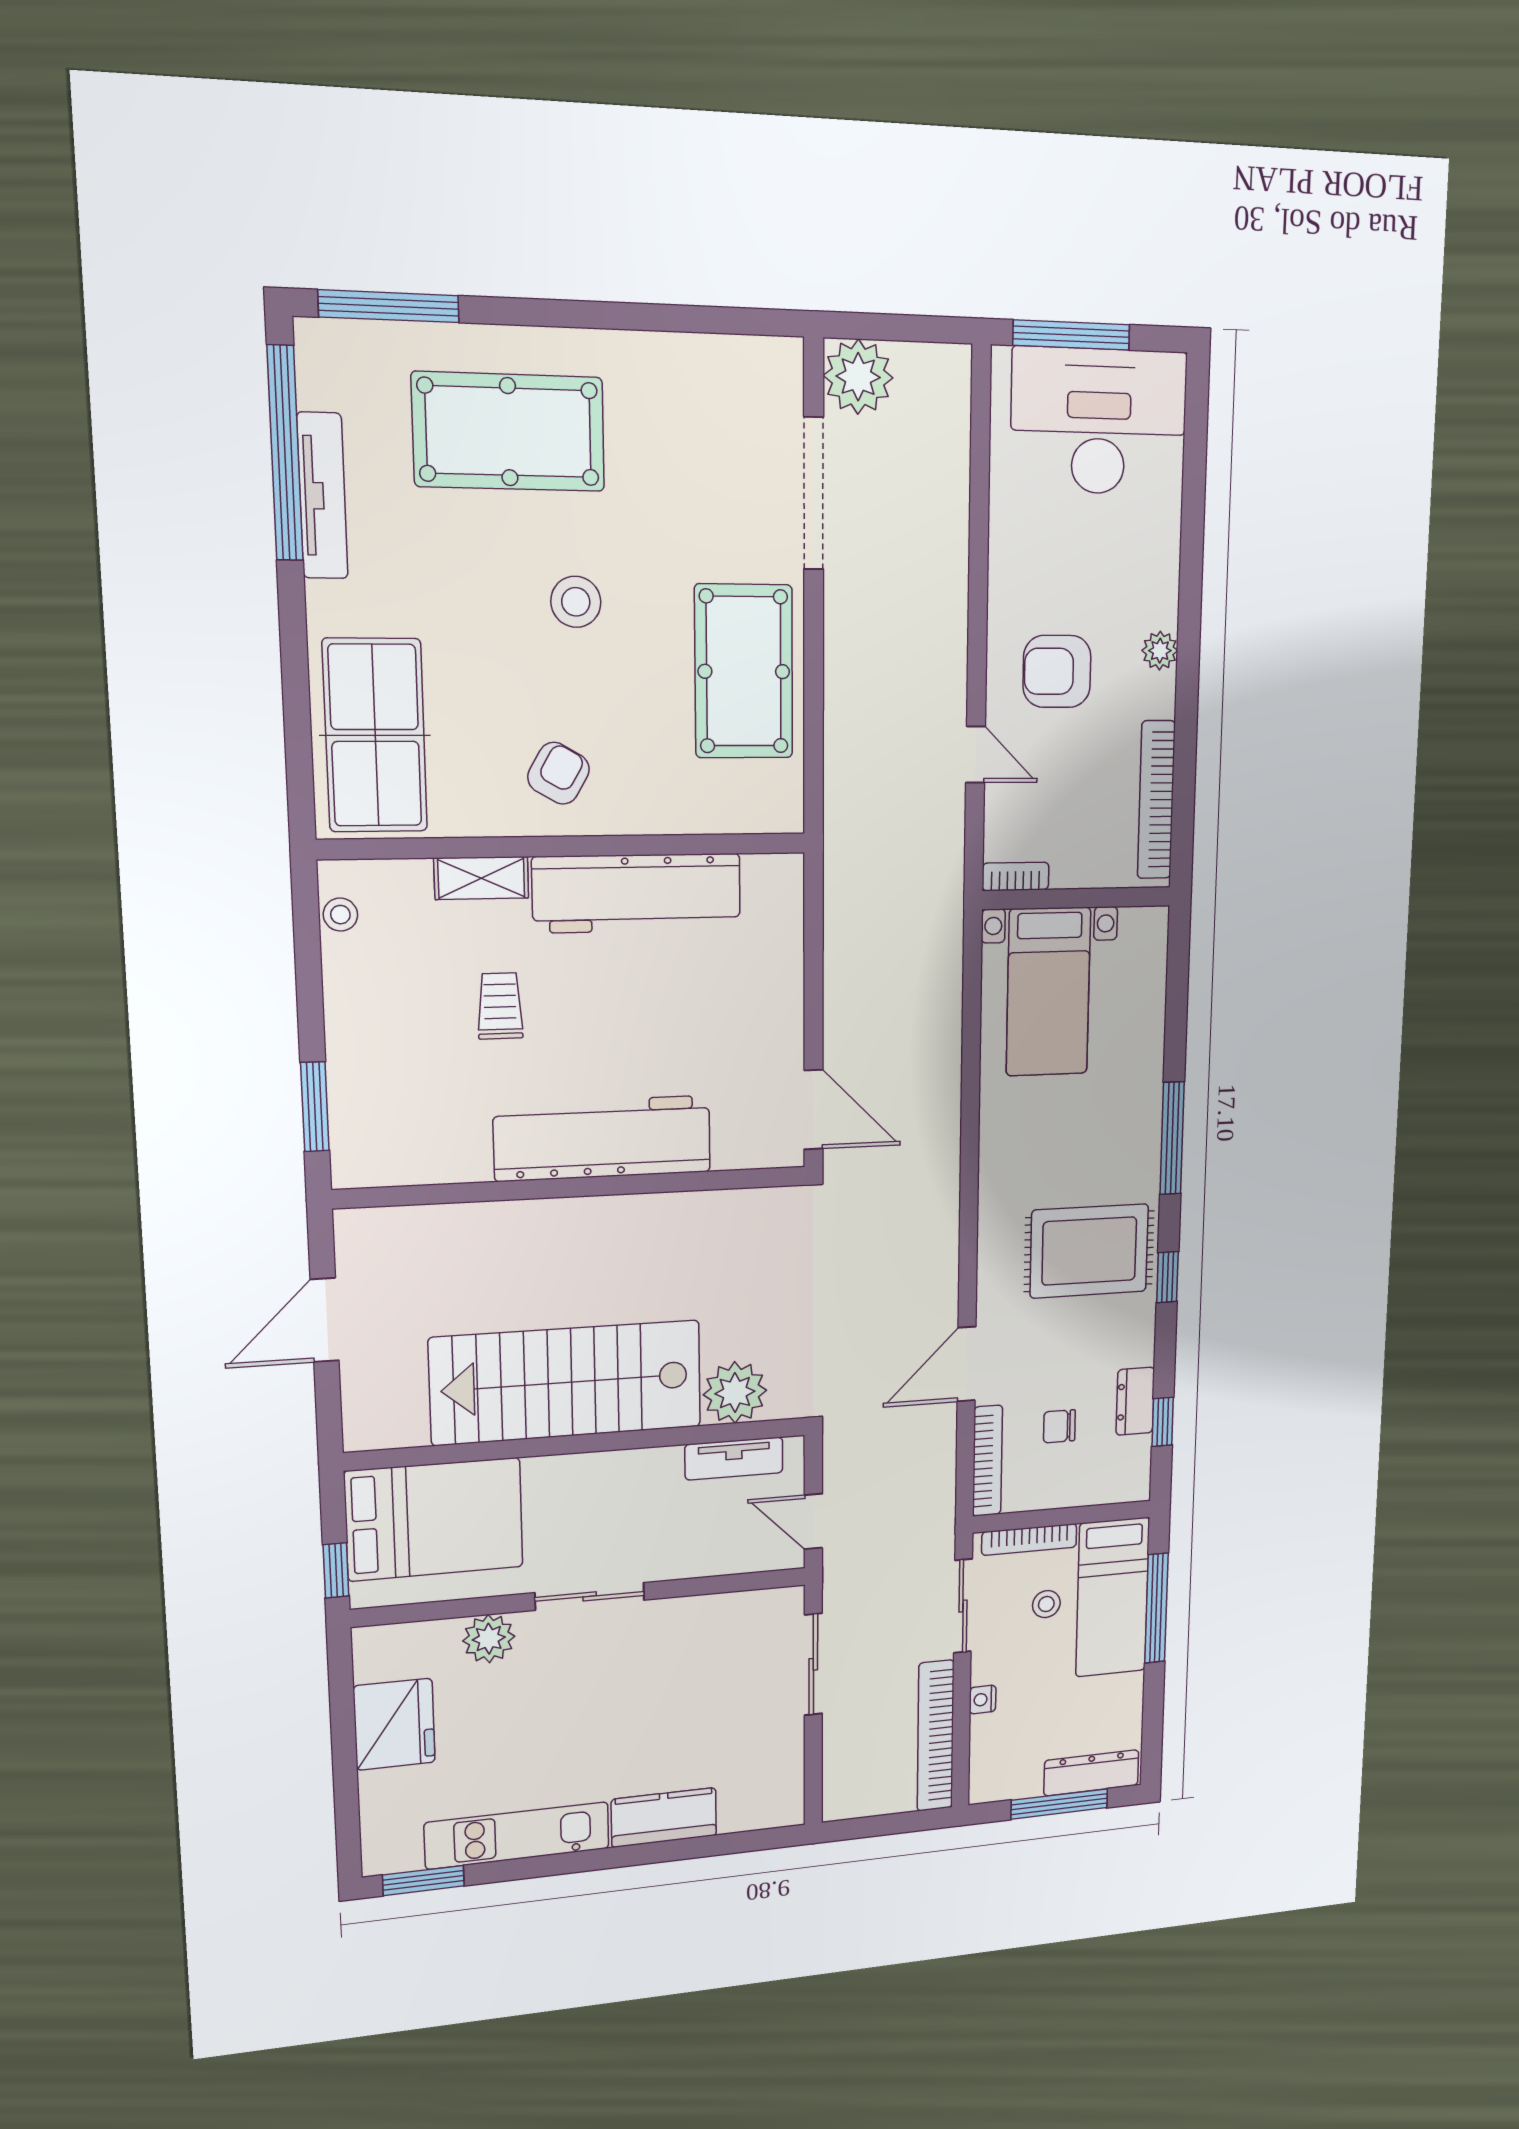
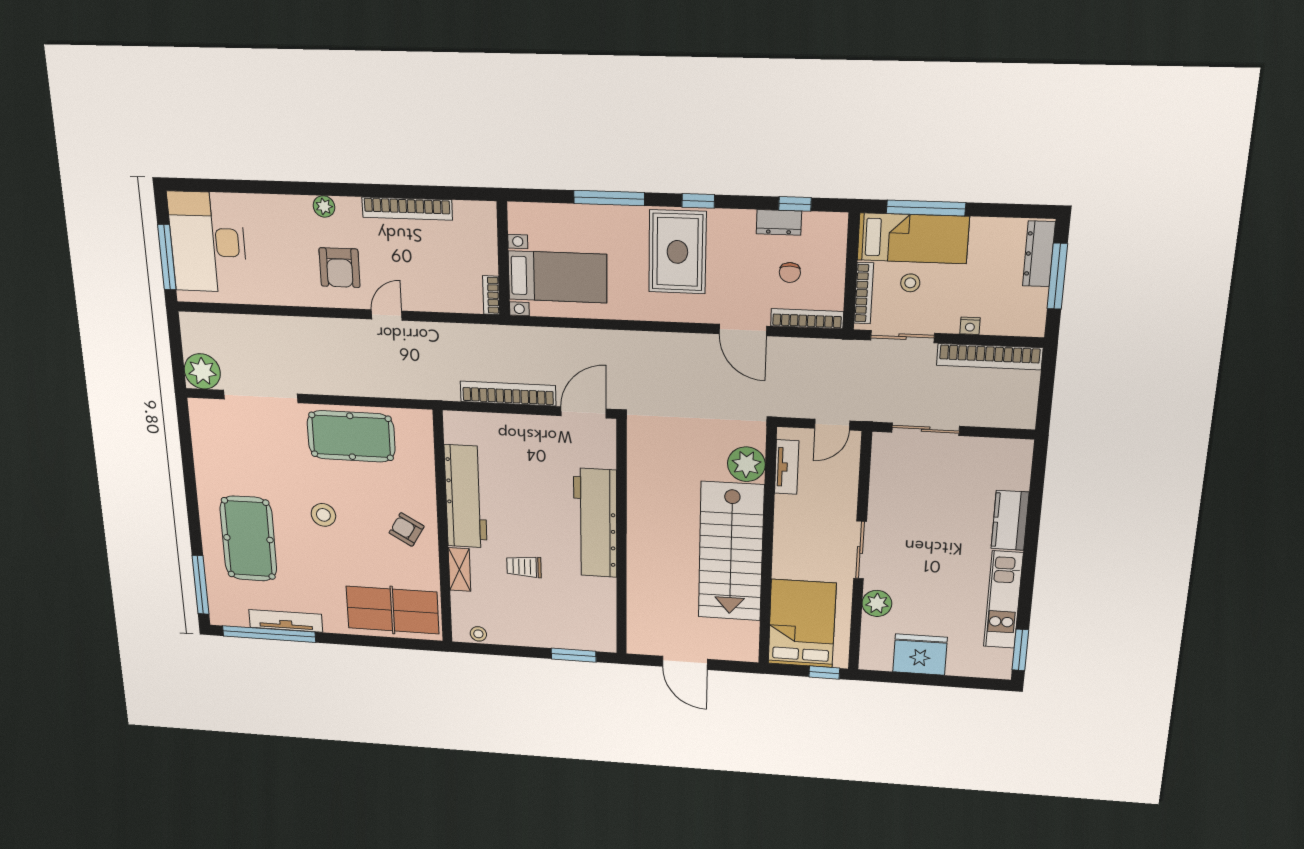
bookcase: (1016, 876) -> (491, 295), moved
wall: (1077, 898) -> (503, 259), moved
bookcase: (842, 974) -> (508, 394), added
bed with nightstands: (1048, 992) -> (558, 277), moved

